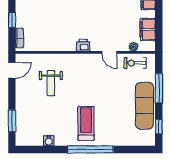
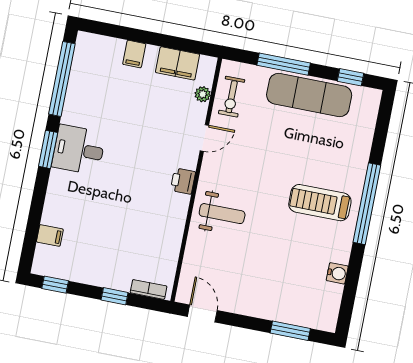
weight bench: (51, 83) -> (222, 214), moved

